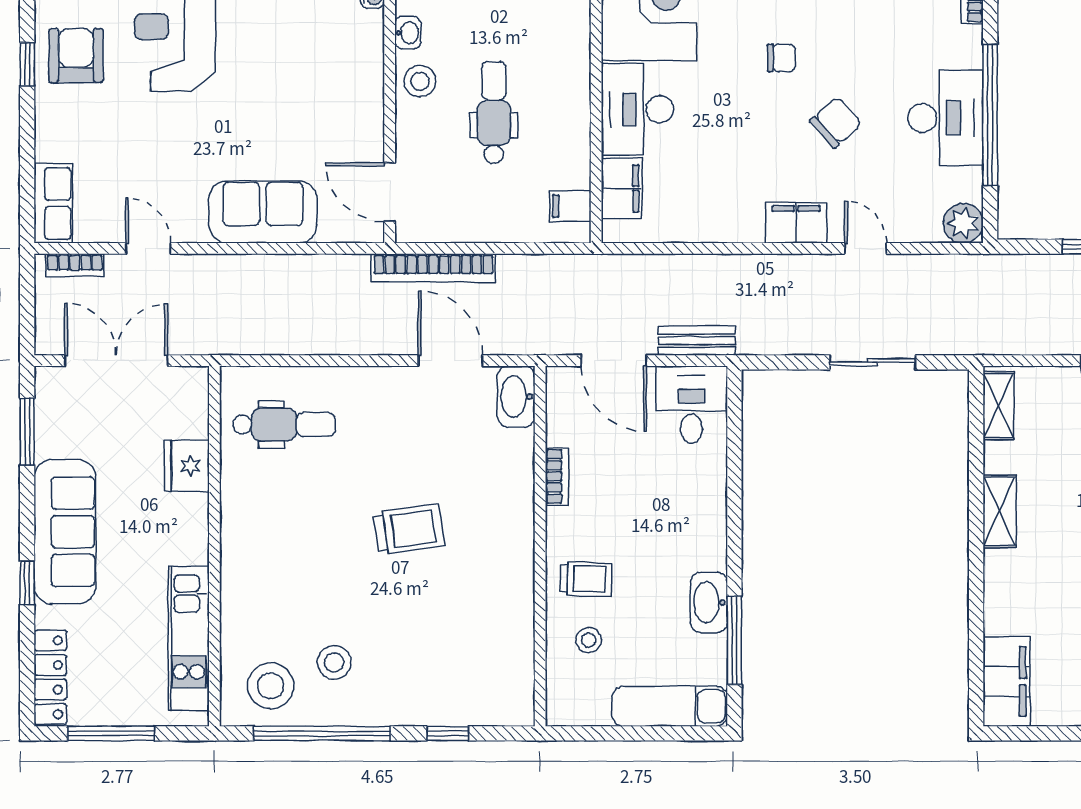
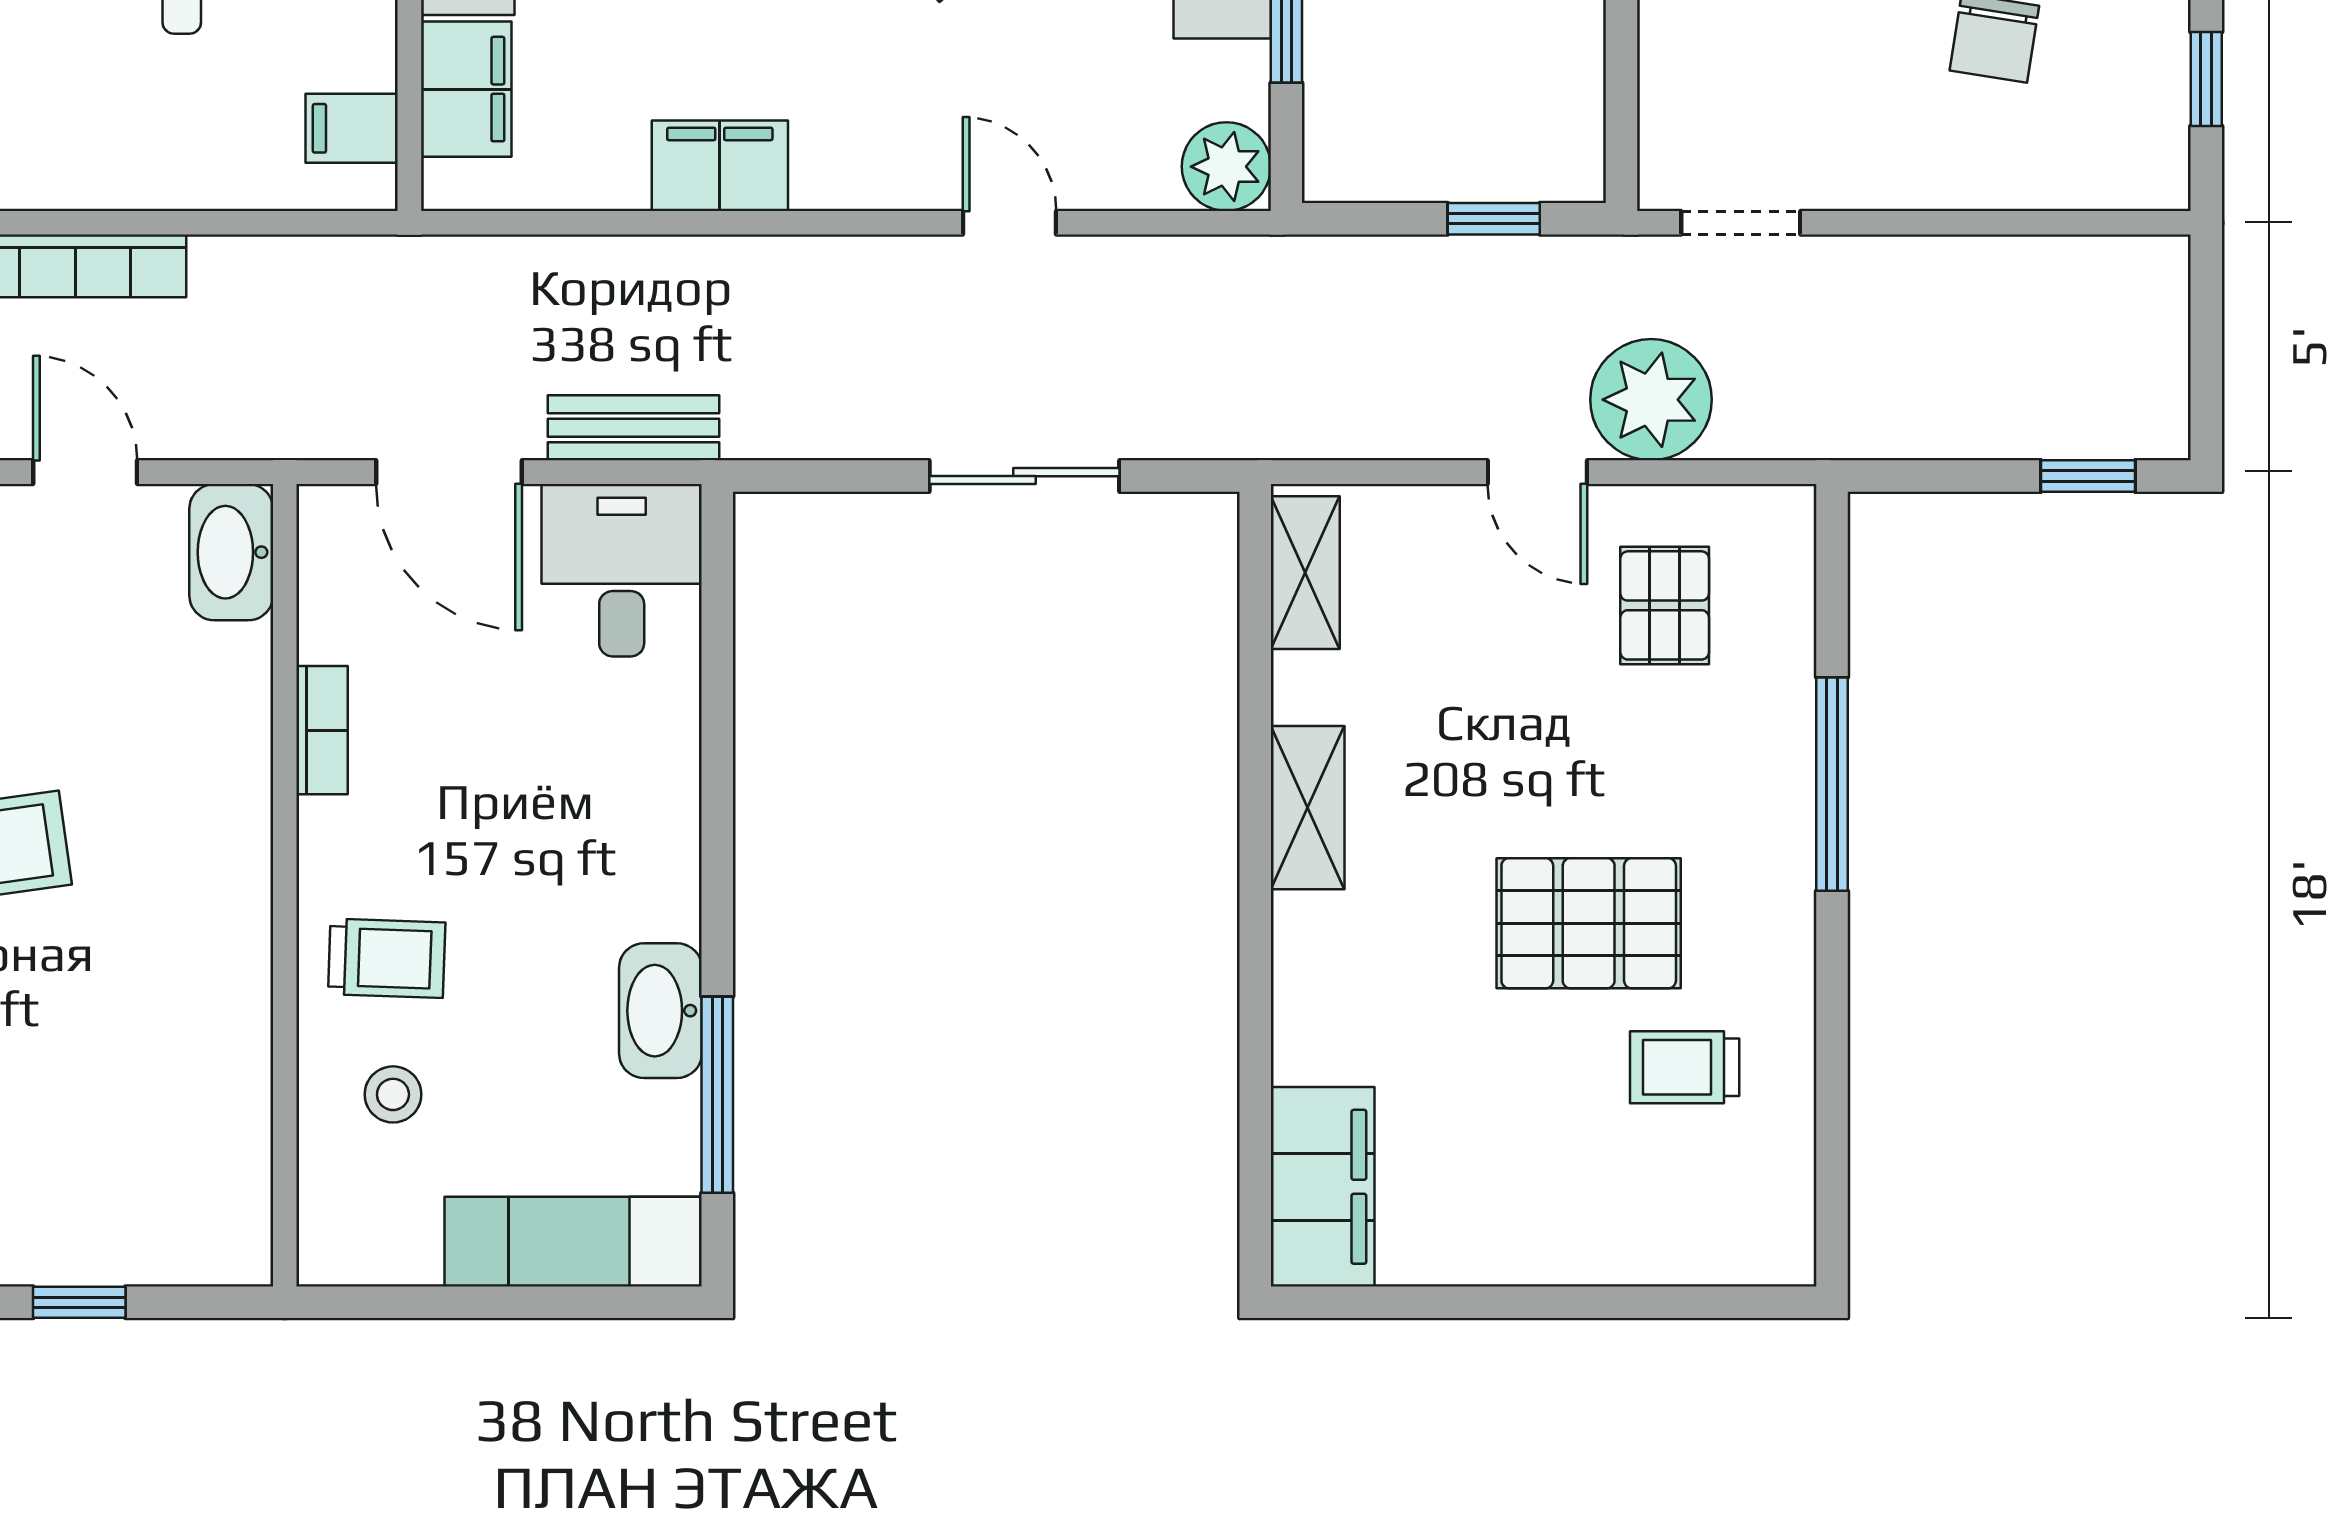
filing cabinet: (796, 223) -> (720, 166), moved
door: (450, 361) -> (85, 472), width x0.73

